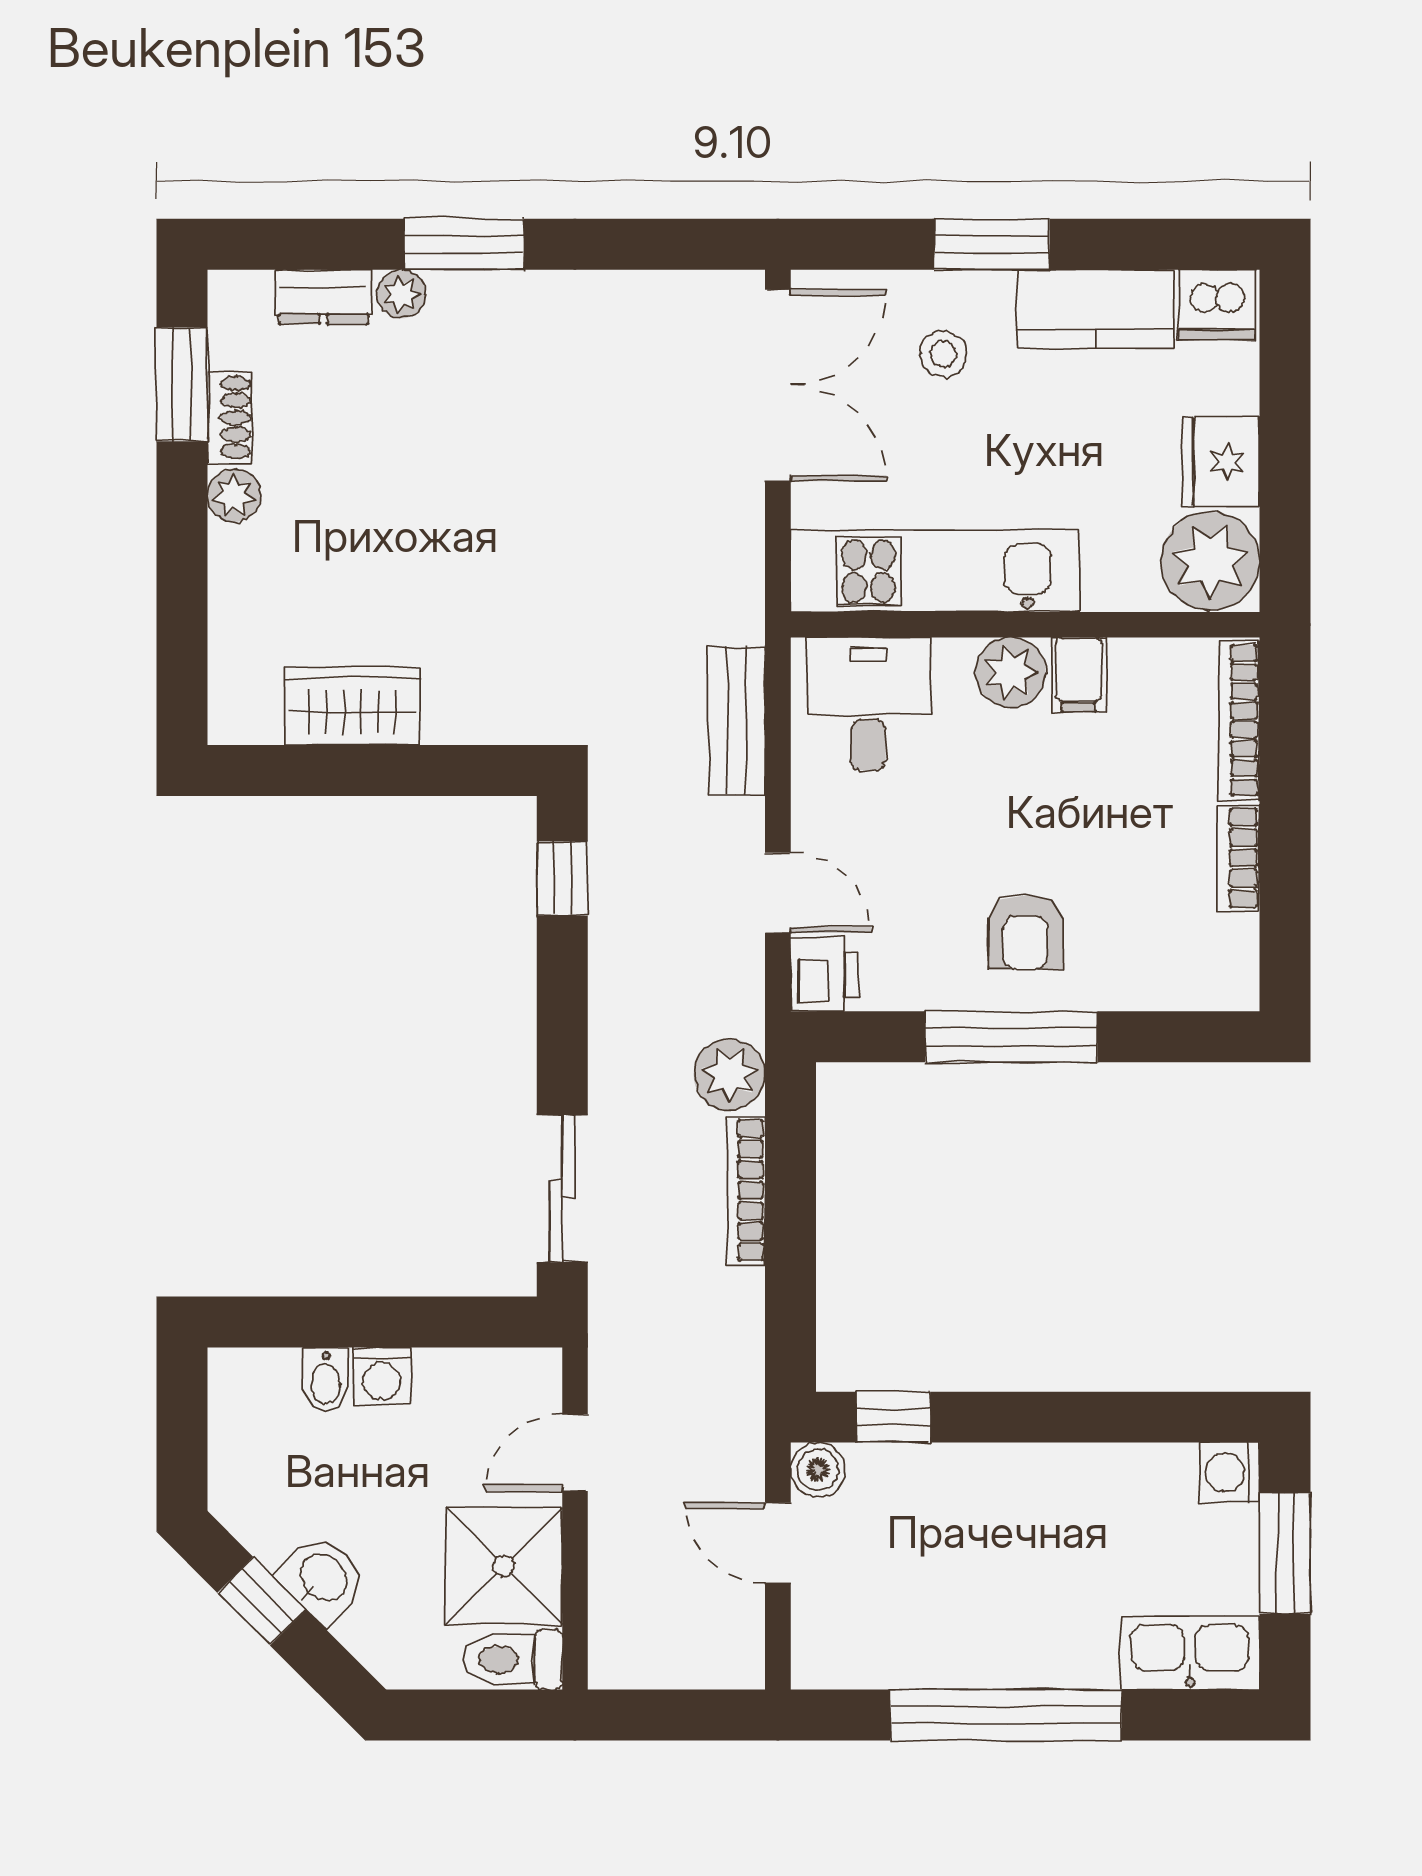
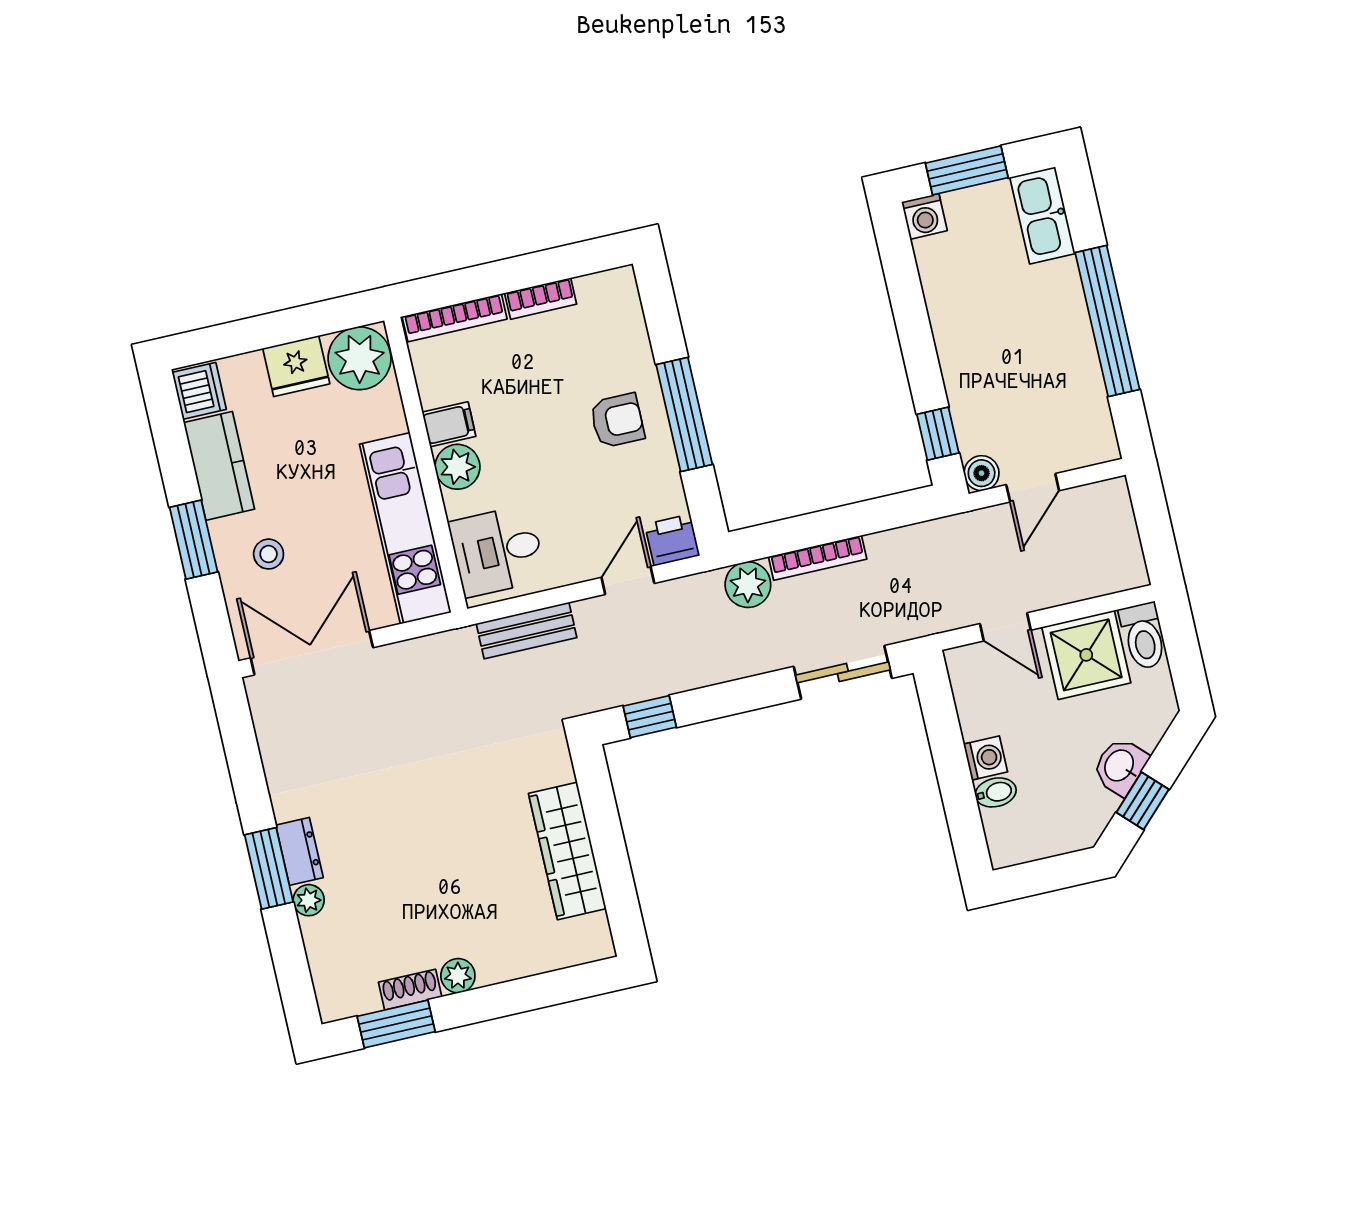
dresser: (324, 297) -> (299, 851), moved
wardrobe: (352, 706) -> (567, 851), width x1.50

